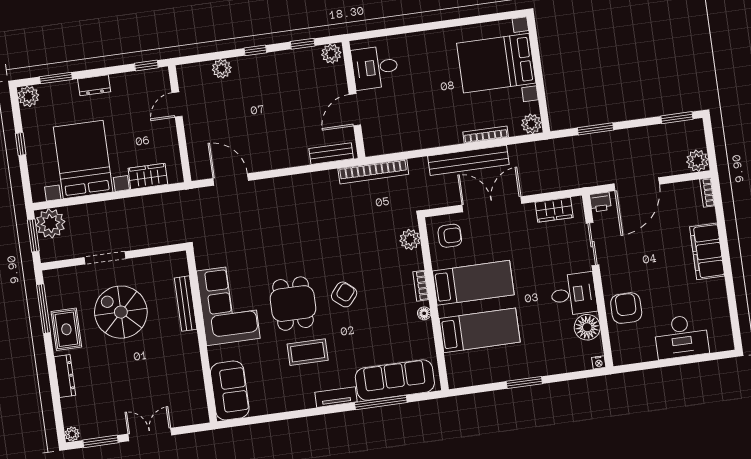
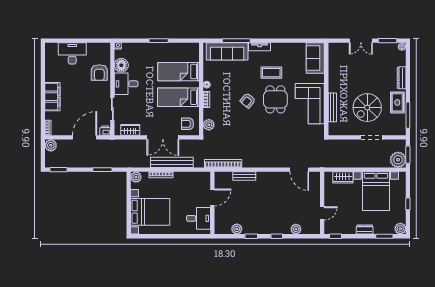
desk: (375, 67) -> (198, 218), moved
wall: (353, 100) -> (212, 203), moved
door: (355, 110) -> (212, 198), moved
spiral stairs: (121, 312) -> (367, 108), turned 90

